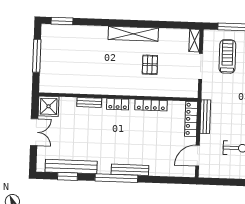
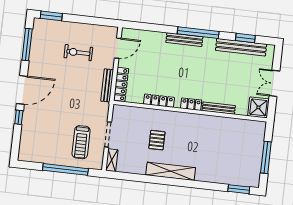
bench: (89, 102) -> (219, 108), width x1.36

